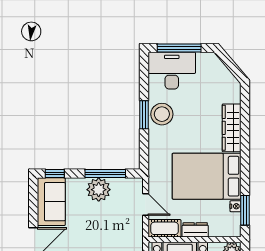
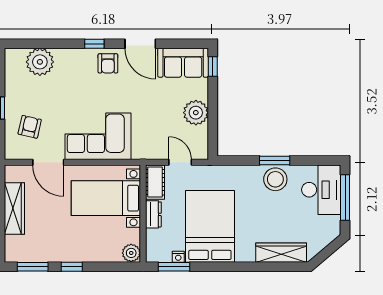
wardrobe: (232, 128) -> (281, 253), moved
window: (105, 174) -> (213, 120), removed
door: (146, 204) -> (180, 162), swing flipped

